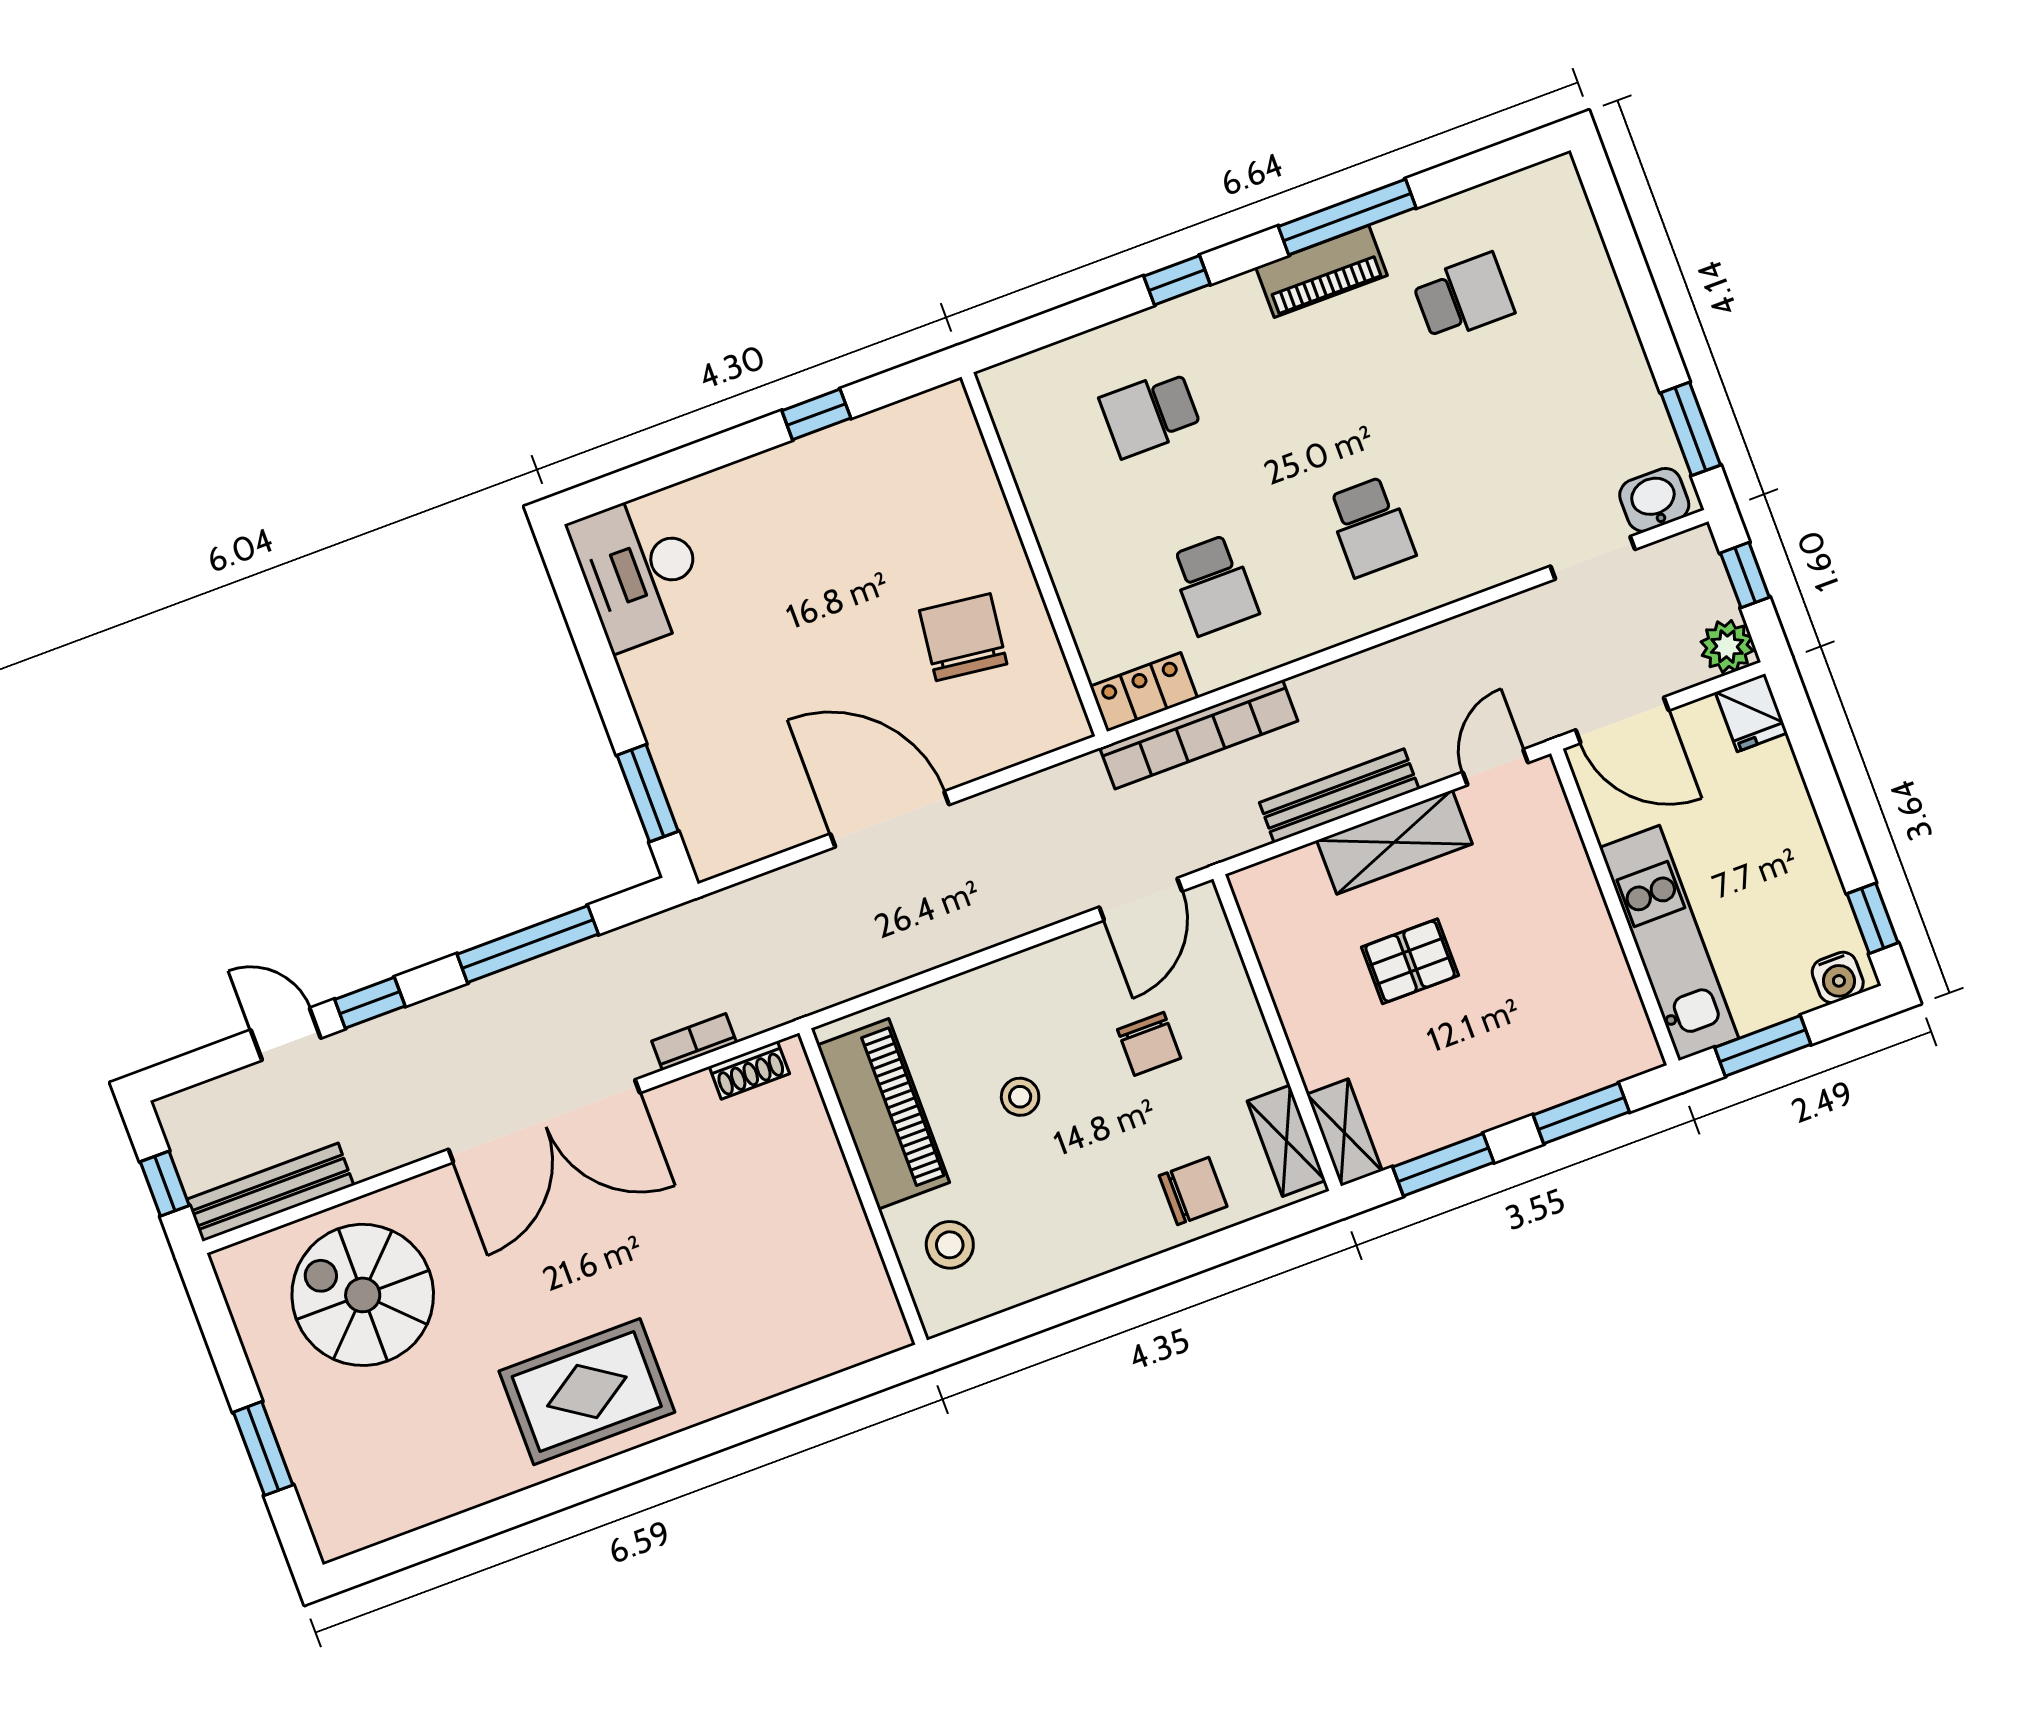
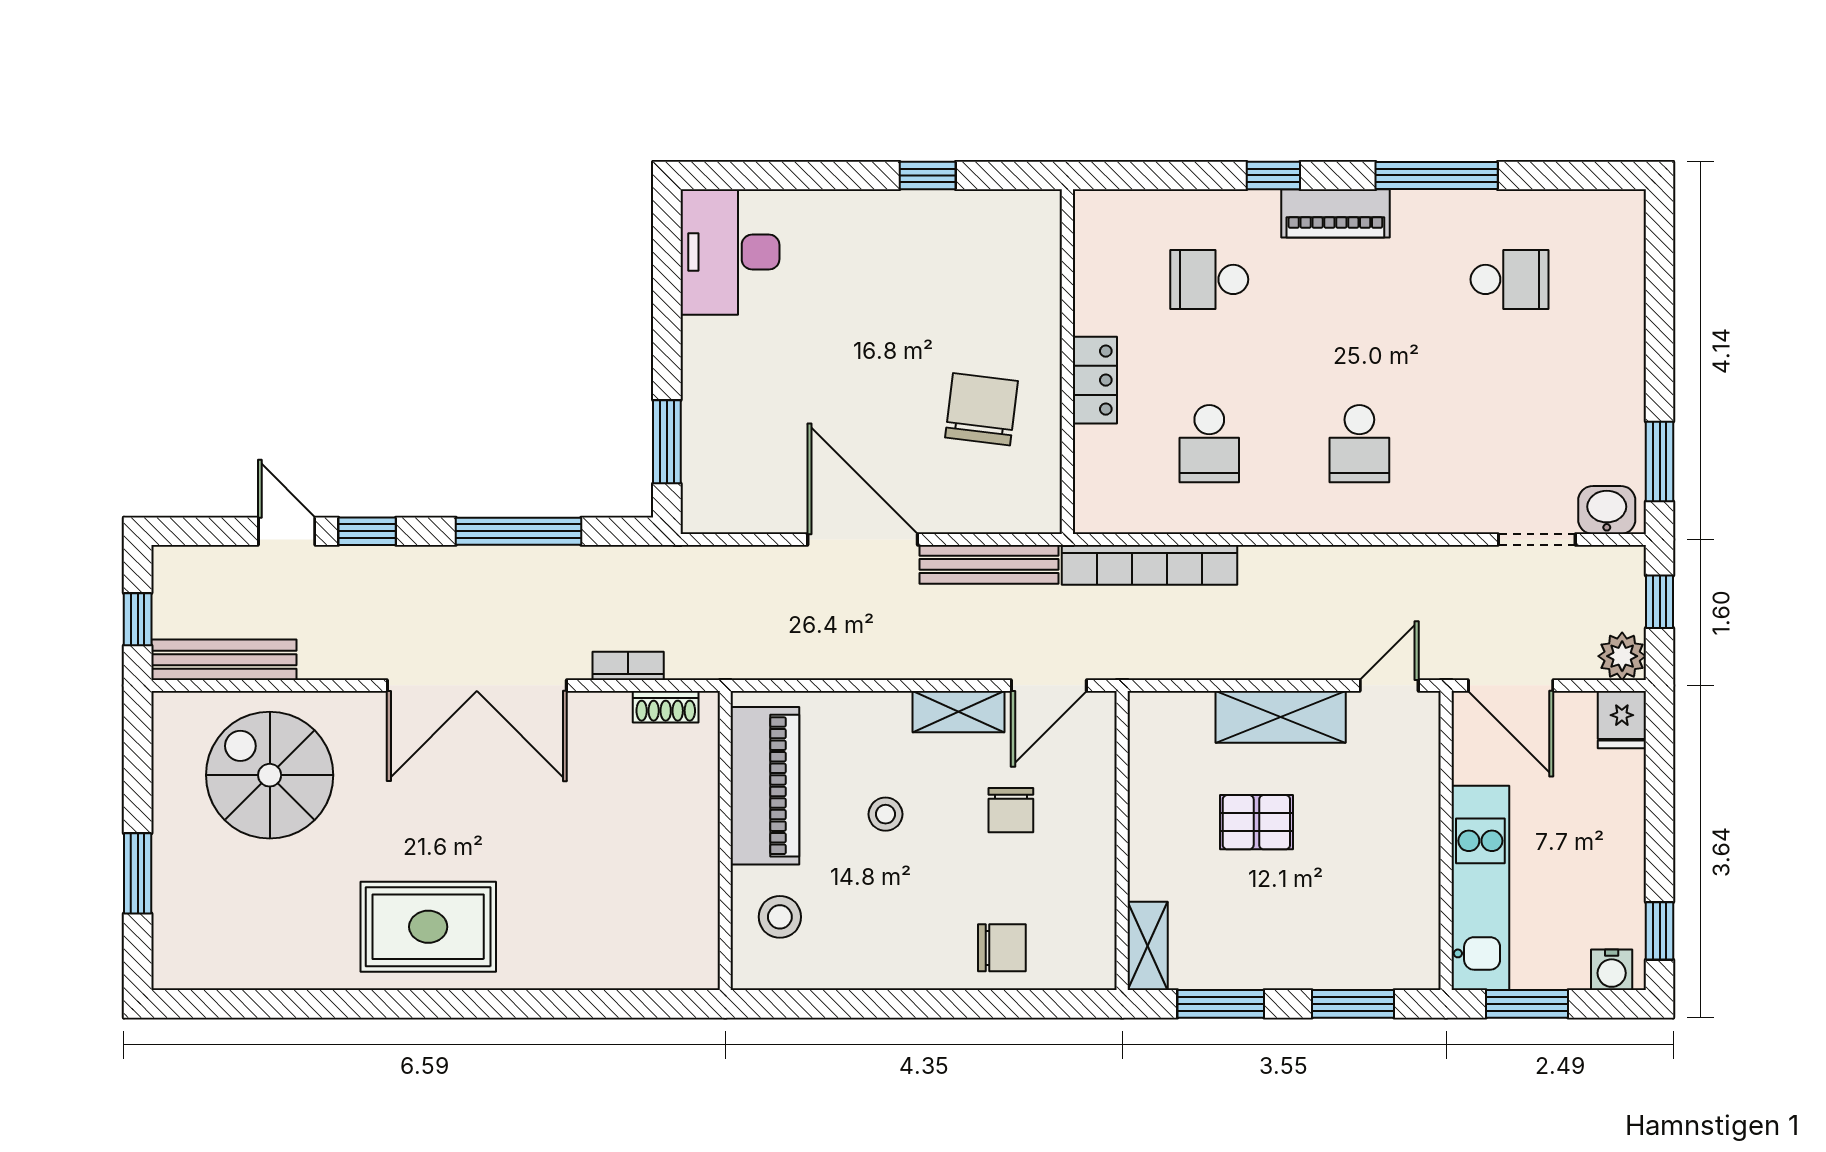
piano: (1322, 271) -> (1335, 213), moved
locker: (1144, 692) -> (1095, 380), moved, turned 90
bench: (1339, 796) -> (989, 564), moved
shelving: (1286, 1141) -> (959, 712), moved, turned 90

